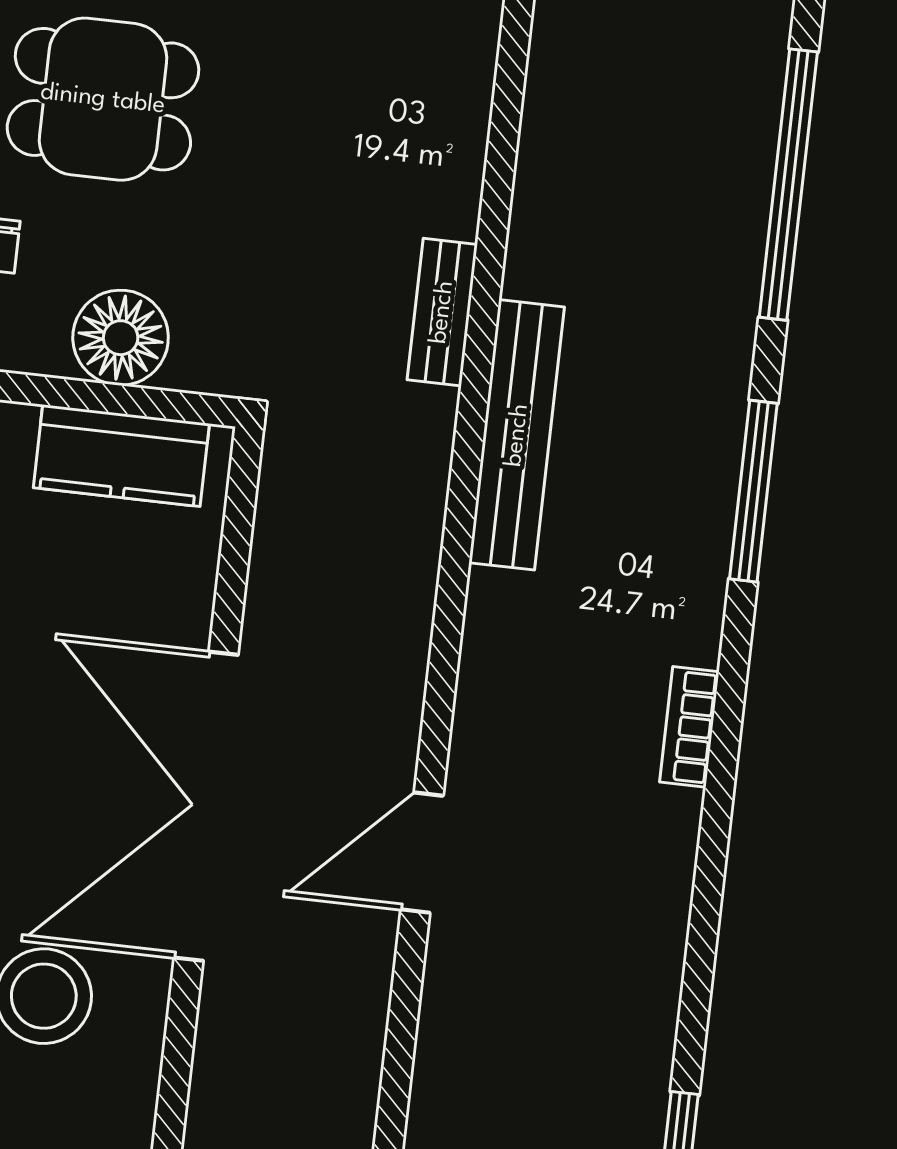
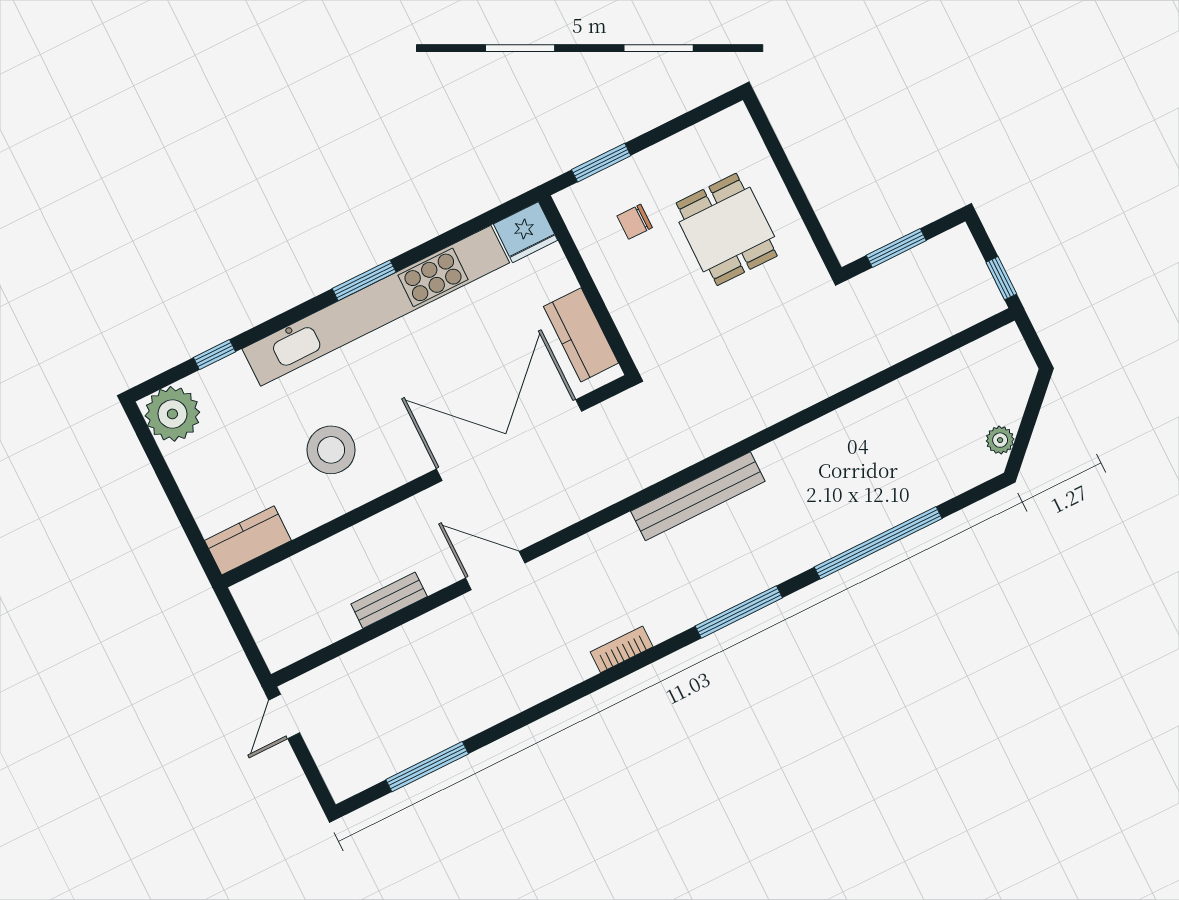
bench: (442, 312) -> (389, 600), moved
floor lamp: (121, 338) -> (631, 302), removed
double door: (206, 806) -> (509, 440), moved

